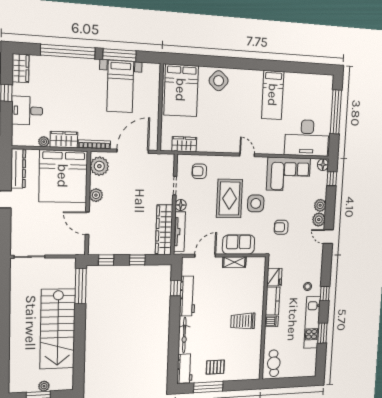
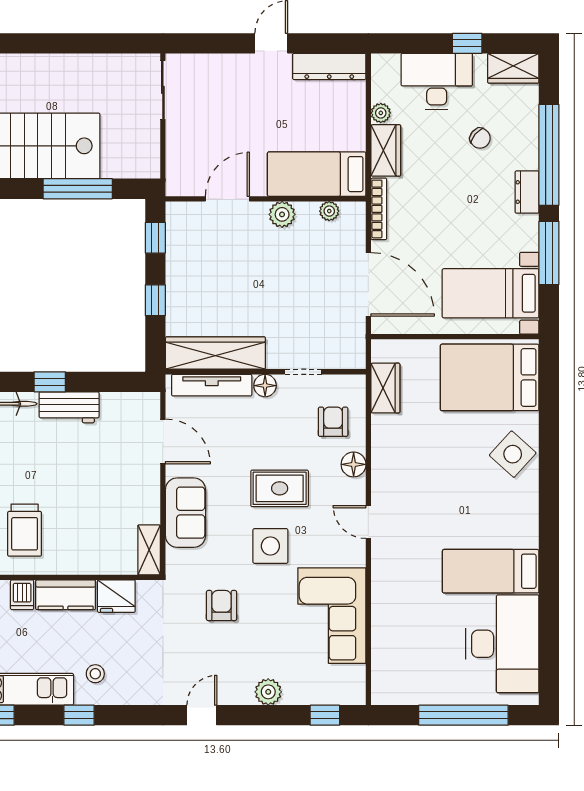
dresser: (87, 65) -> (527, 192), added
bed with nightstands: (120, 86) -> (491, 293), moved
chair: (58, 89) -> (480, 138), added
desk: (27, 111) -> (437, 81), width x1.37
desk: (307, 138) -> (502, 644), moved, turned 180
door: (247, 155) -> (368, 522), swing flipped
floor lamp: (323, 165) -> (354, 464), moved
plant: (99, 166) -> (329, 211), width x0.53, depth x0.53
bed: (63, 176) -> (317, 174), width x0.49
rug: (230, 199) -> (280, 488), width x0.73, depth x0.70
plant: (319, 220) -> (238, 691), removed
shelving: (234, 262) -> (149, 550), moved
window: (81, 286) -> (78, 189), moved
window: (176, 288) -> (50, 382), moved
workbench: (188, 296) -> (69, 407), width x0.73
trolley: (243, 321) -> (25, 530), turned 180

